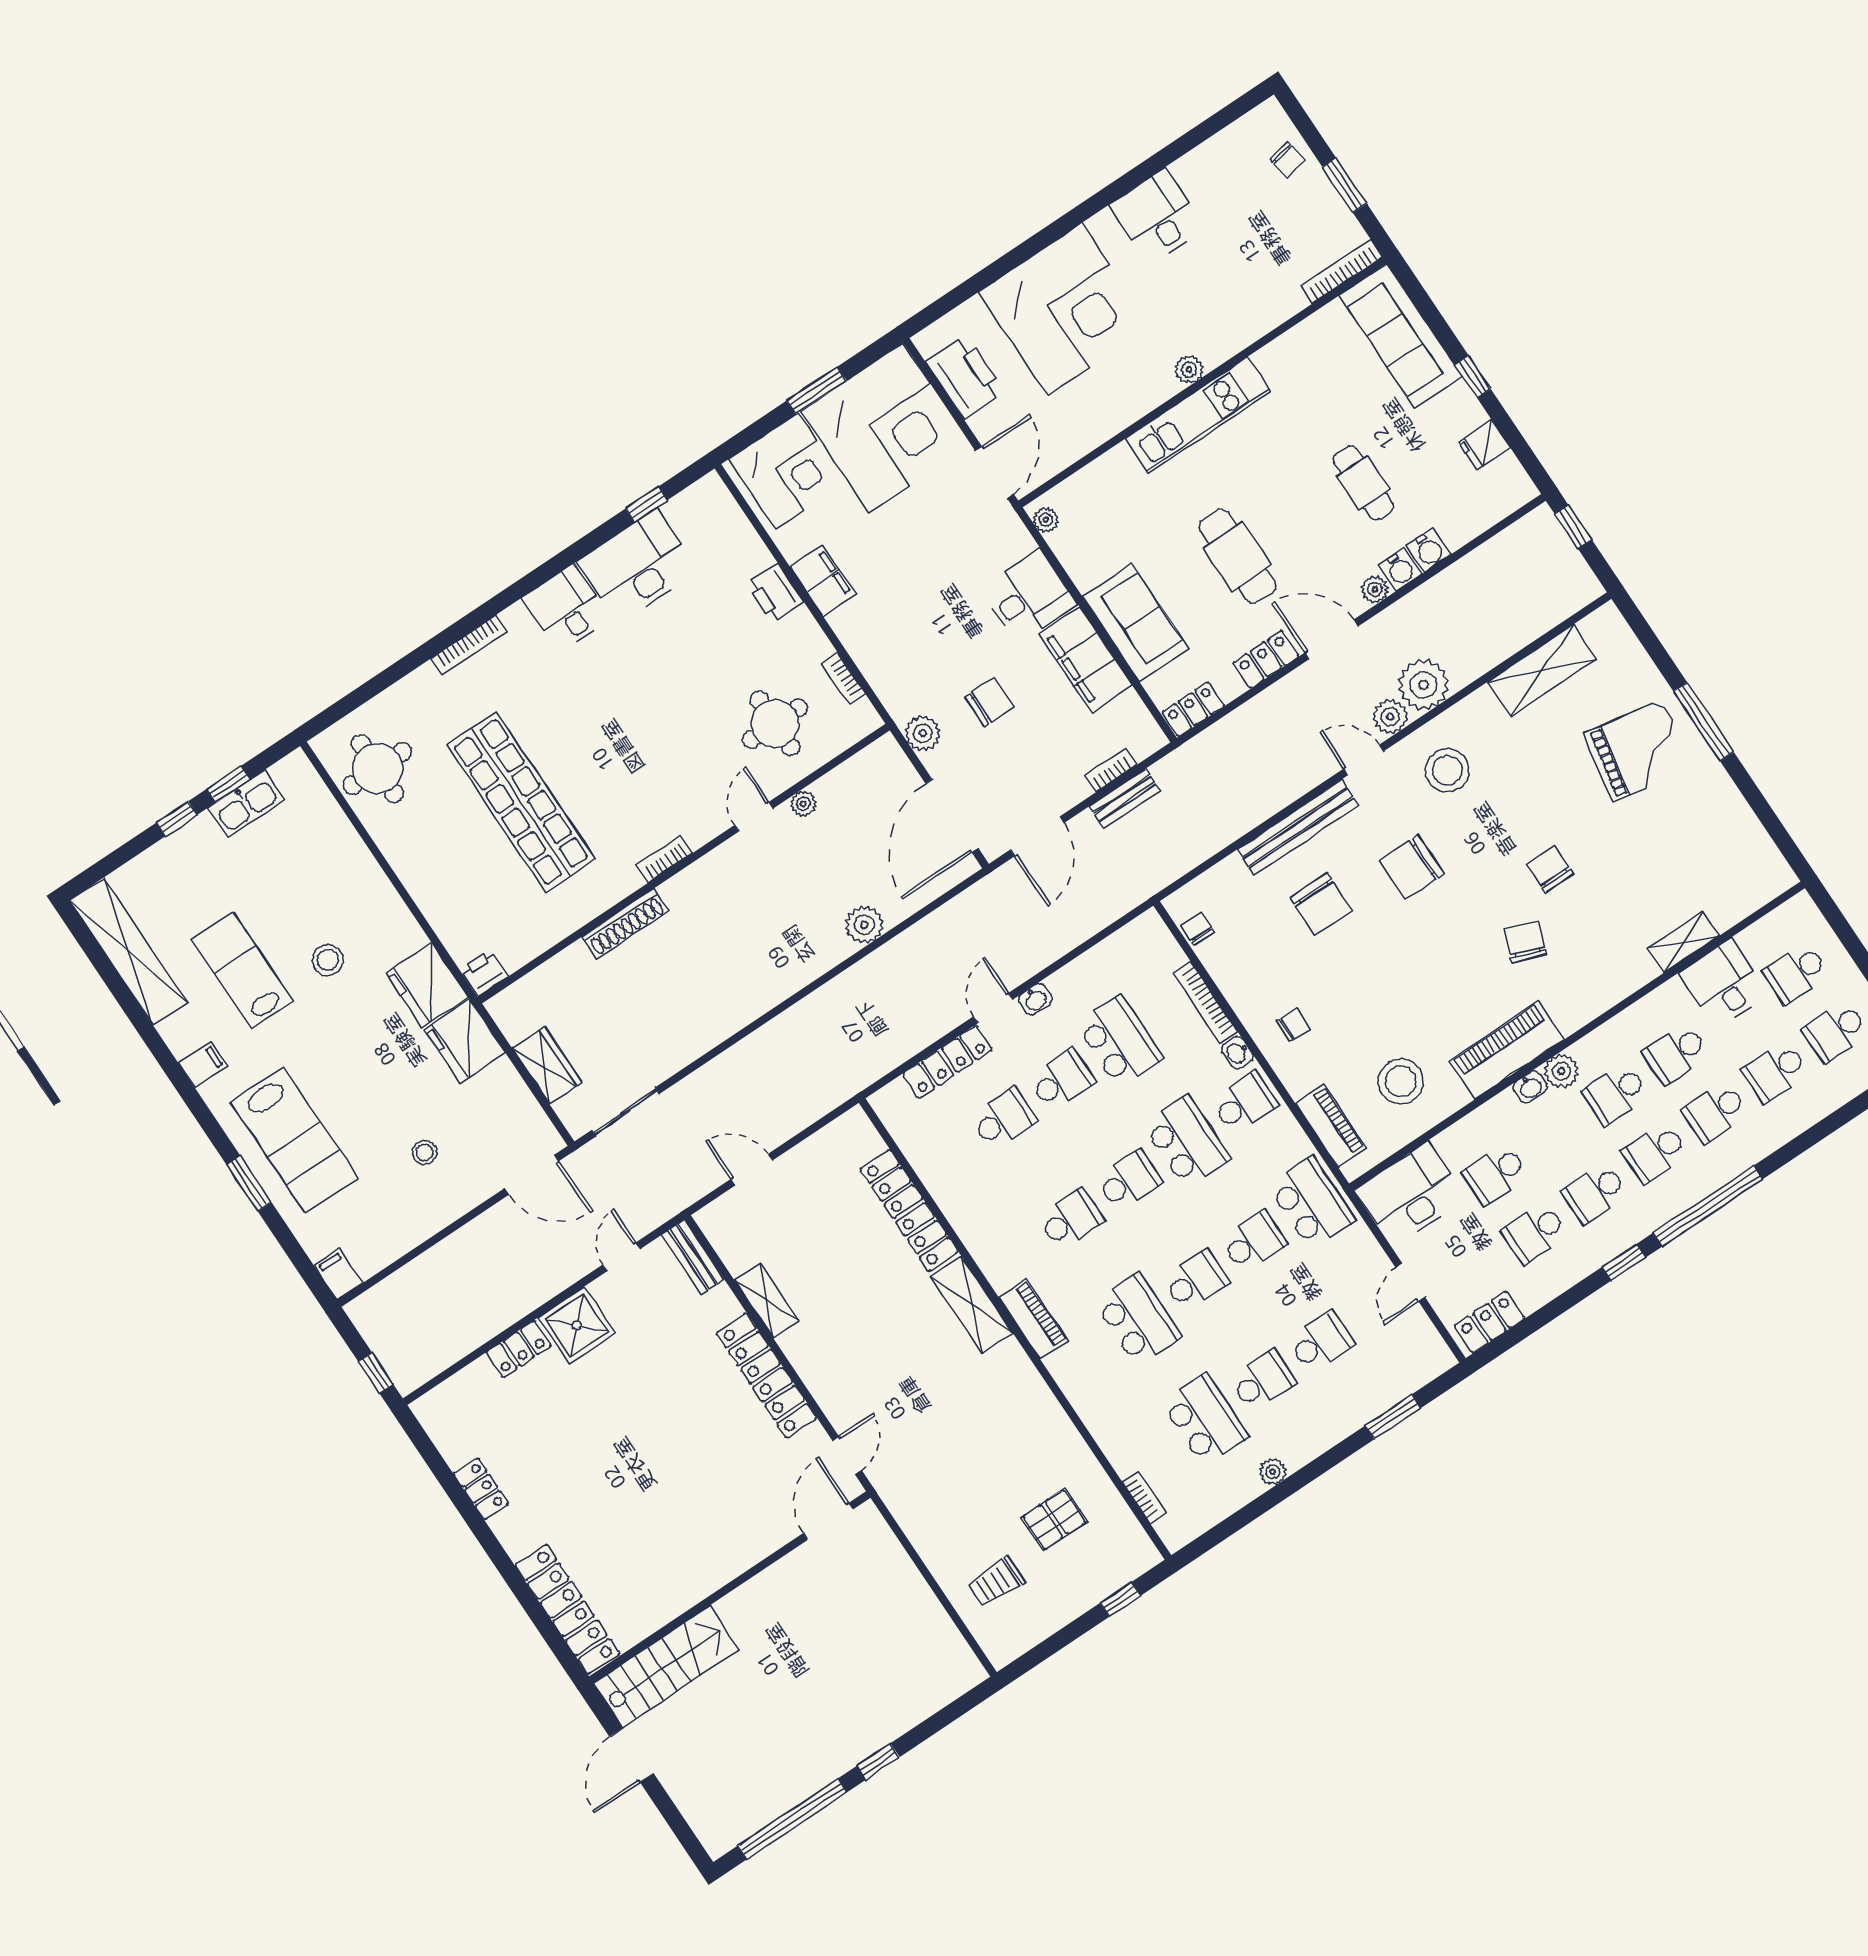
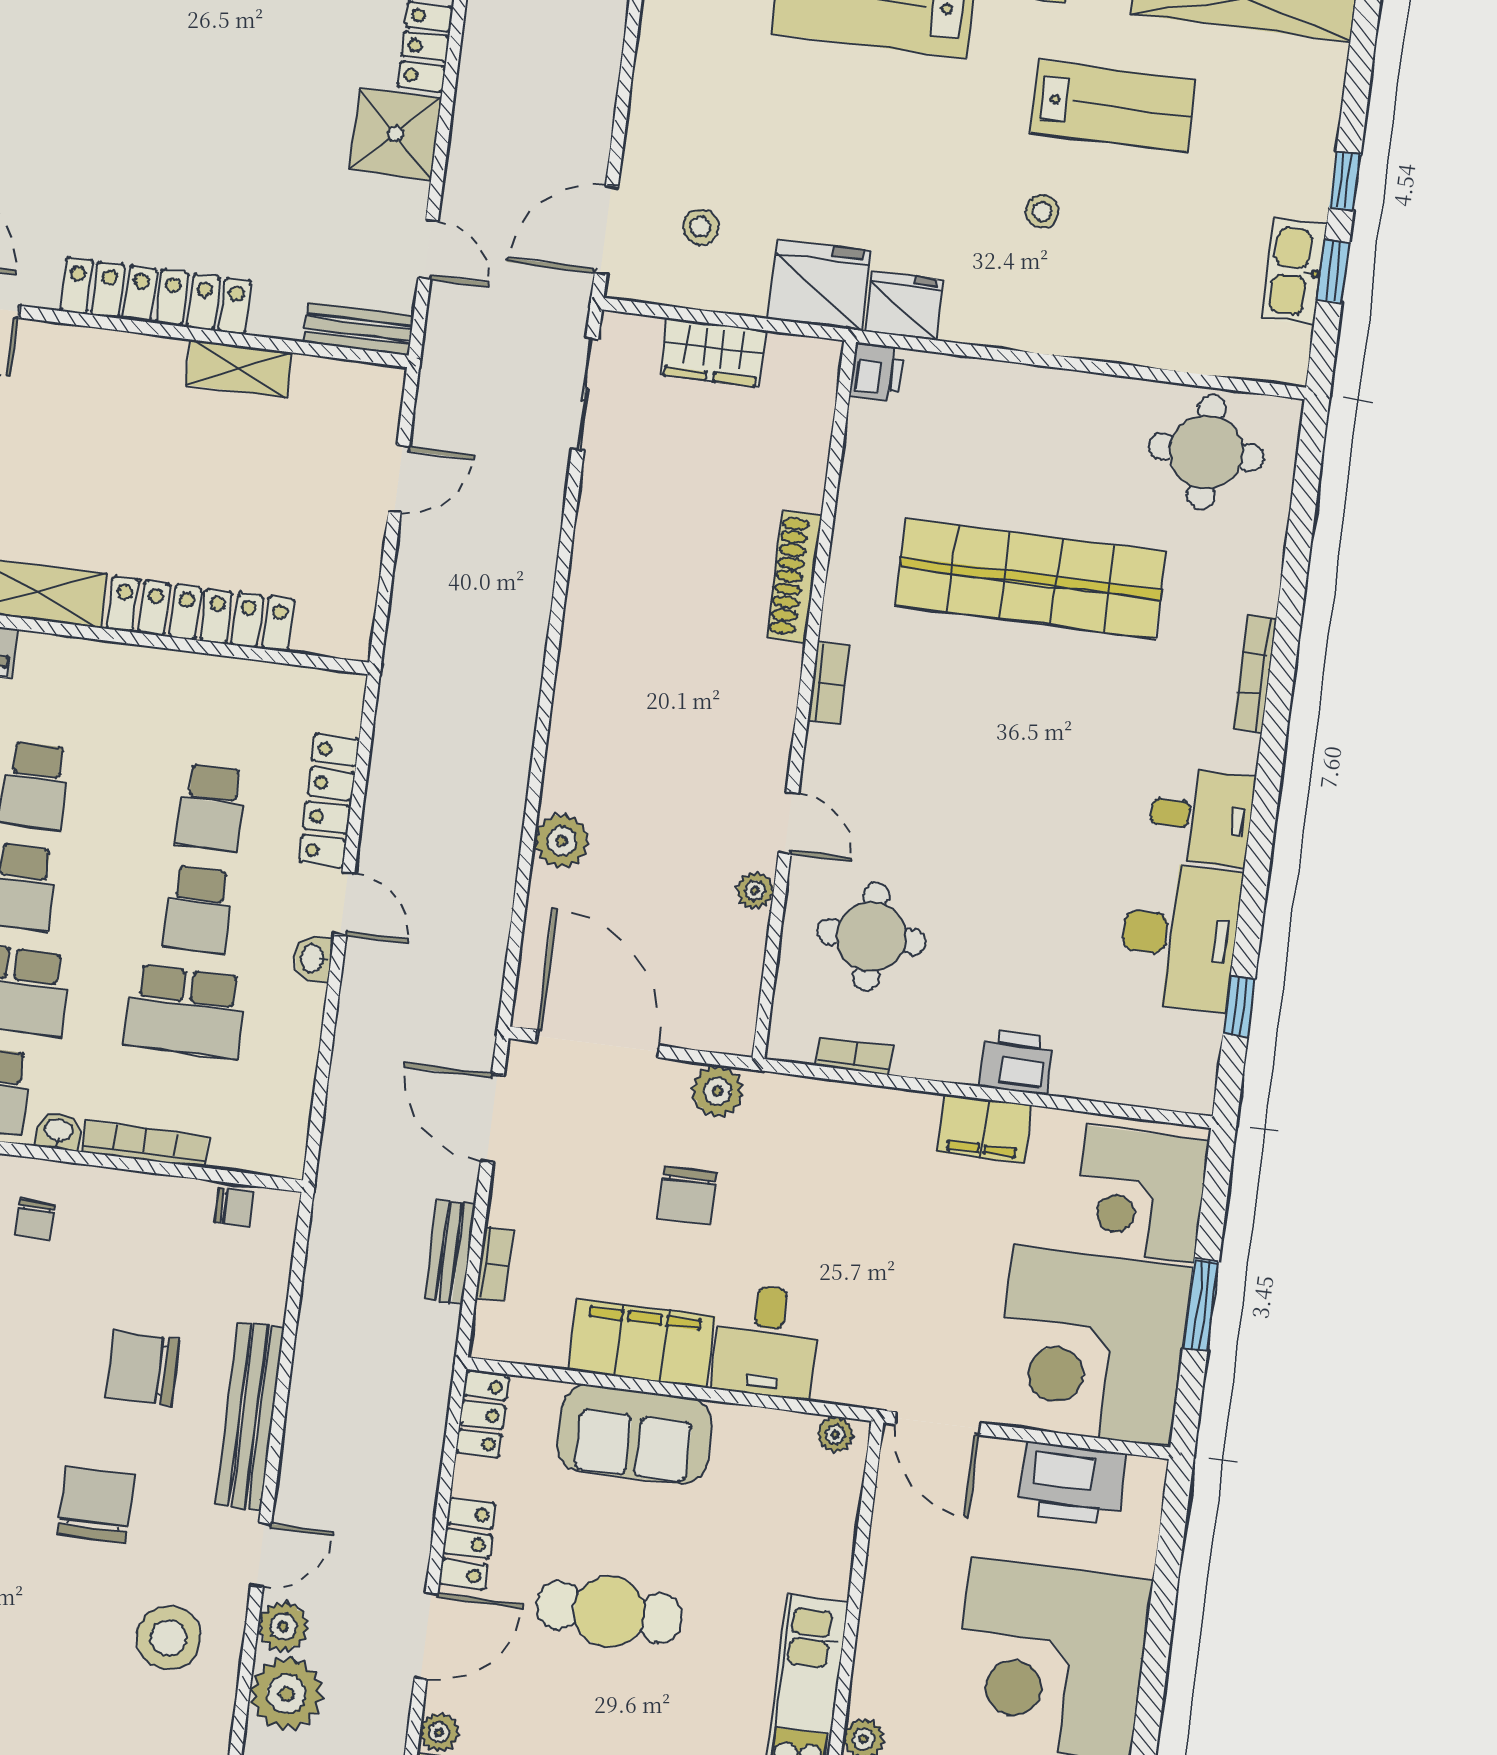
stool: (328, 960) -> (1042, 211), width x0.73, depth x0.73
fridge: (427, 985) -> (904, 306), width x0.73, depth x0.75
stool: (425, 1152) -> (701, 227), moved

